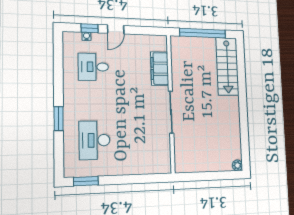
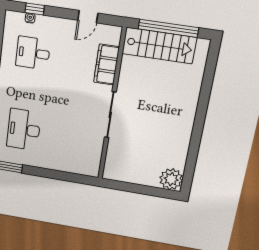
door: (116, 29) -> (88, 17), moved
stairs: (227, 66) -> (159, 46), moved, turned -90
plant: (237, 165) -> (171, 179), width x1.88, depth x1.88

